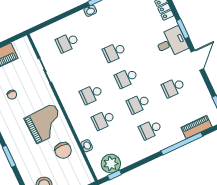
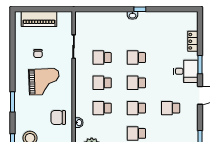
school desk: (67, 42) -> (102, 58), moved
grand piano: (45, 124) -> (44, 82), moved
chair: (63, 150) -> (58, 118), turned 90

